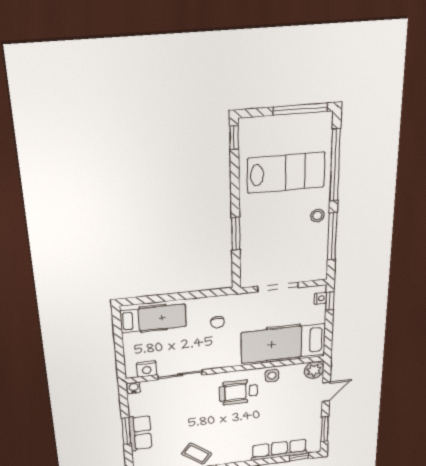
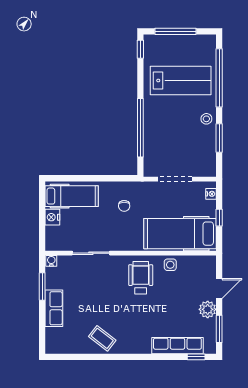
window: (300, 109) -> (175, 31), moved
window: (236, 234) -> (140, 128), width x2.11
window: (332, 236) -> (219, 138), width x0.69
window: (330, 301) -> (219, 218), moved
nightstand: (147, 369) -> (52, 217), moved, turned 90
plant: (314, 370) -> (208, 309), moved
wheelchair: (238, 392) -> (141, 278), turned 90
window: (126, 431) -> (42, 286), moved

